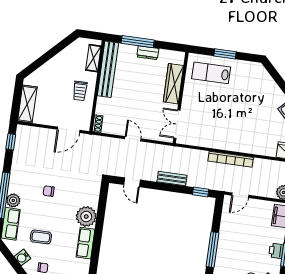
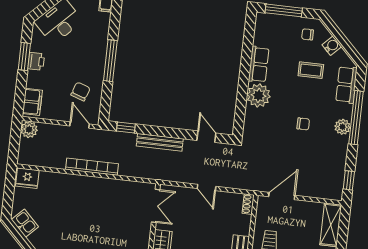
bench: (172, 179) -> (160, 142), width x1.36
door: (240, 195) -> (80, 125), hinge flipped
plant: (13, 200) -> (342, 127), moved
chair: (239, 224) -> (81, 92), added

